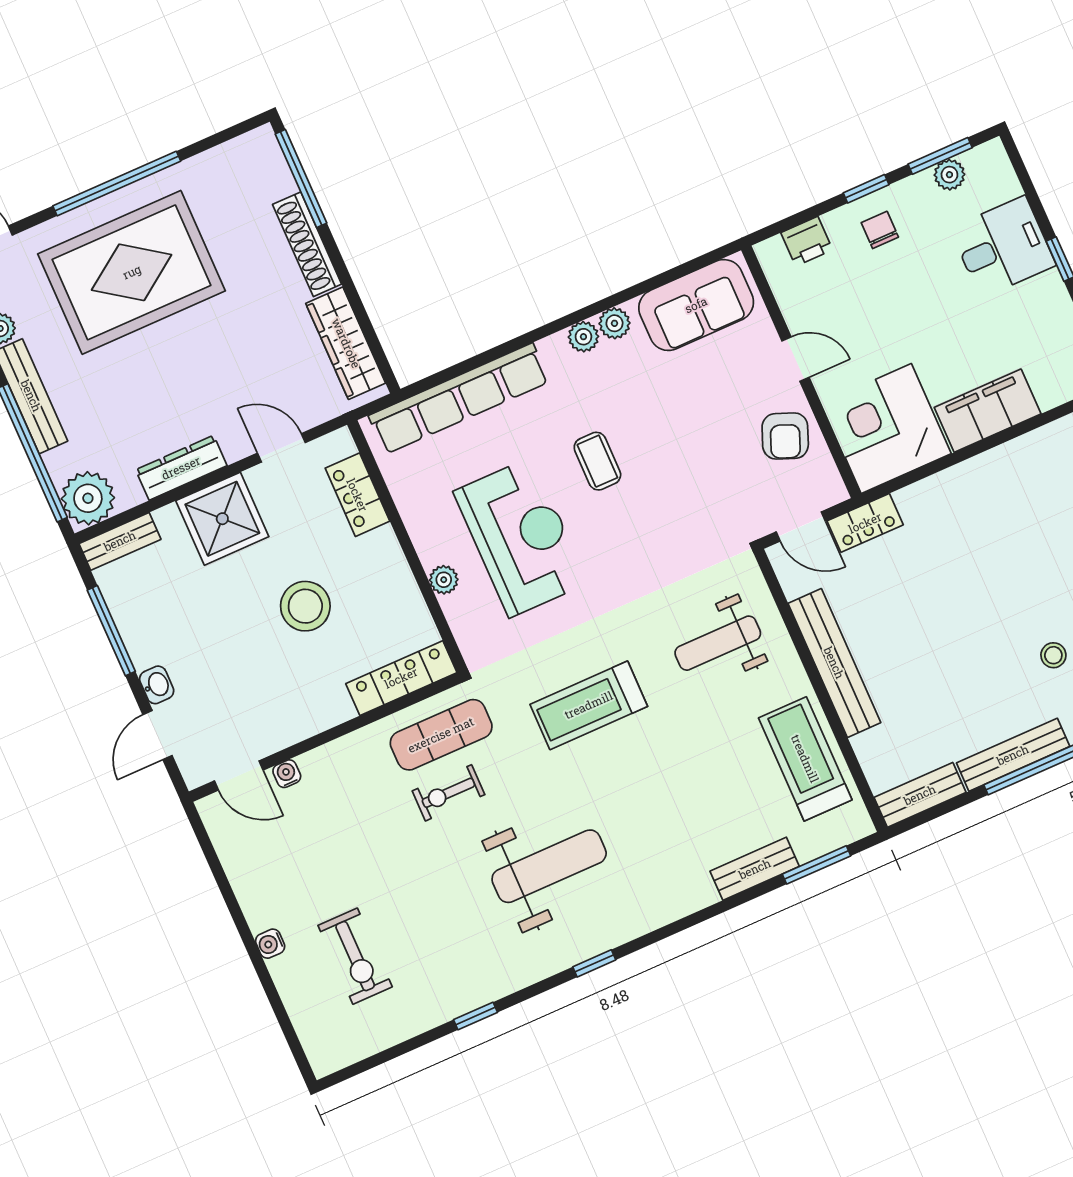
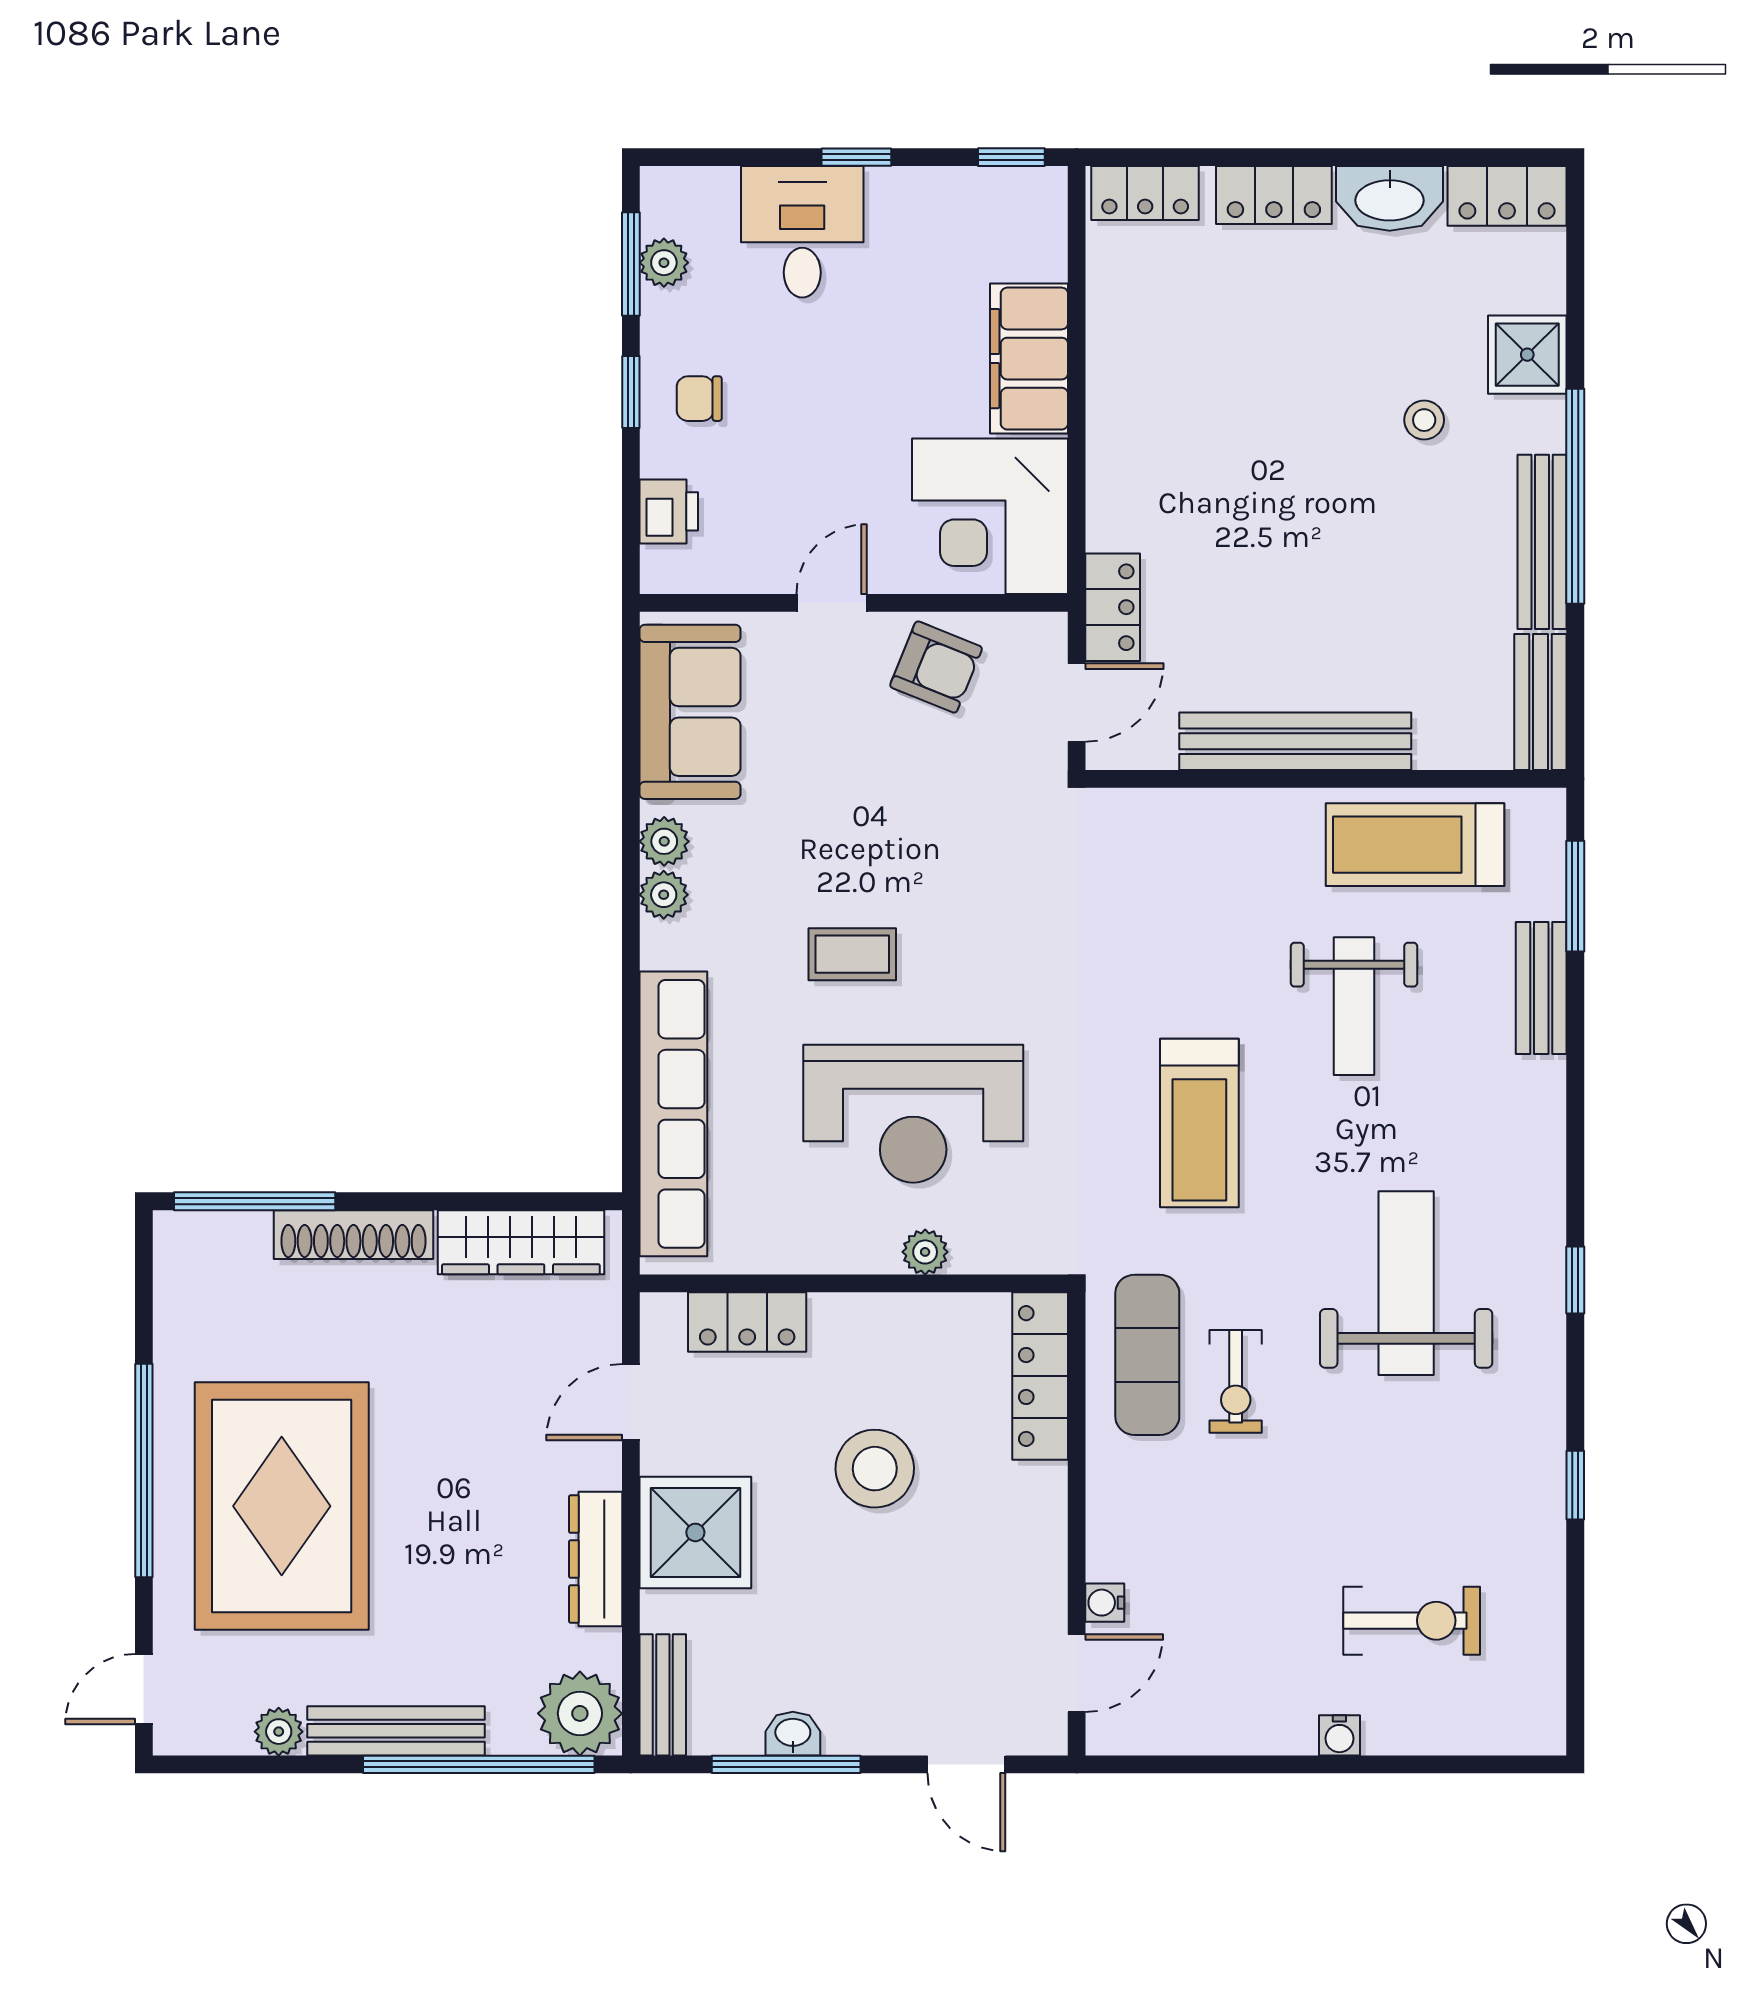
reception desk: (521, 537) -> (913, 1114), turned 180
weight bench: (718, 643) -> (1354, 1006), moved
washbasin: (157, 685) -> (793, 1734), moved

